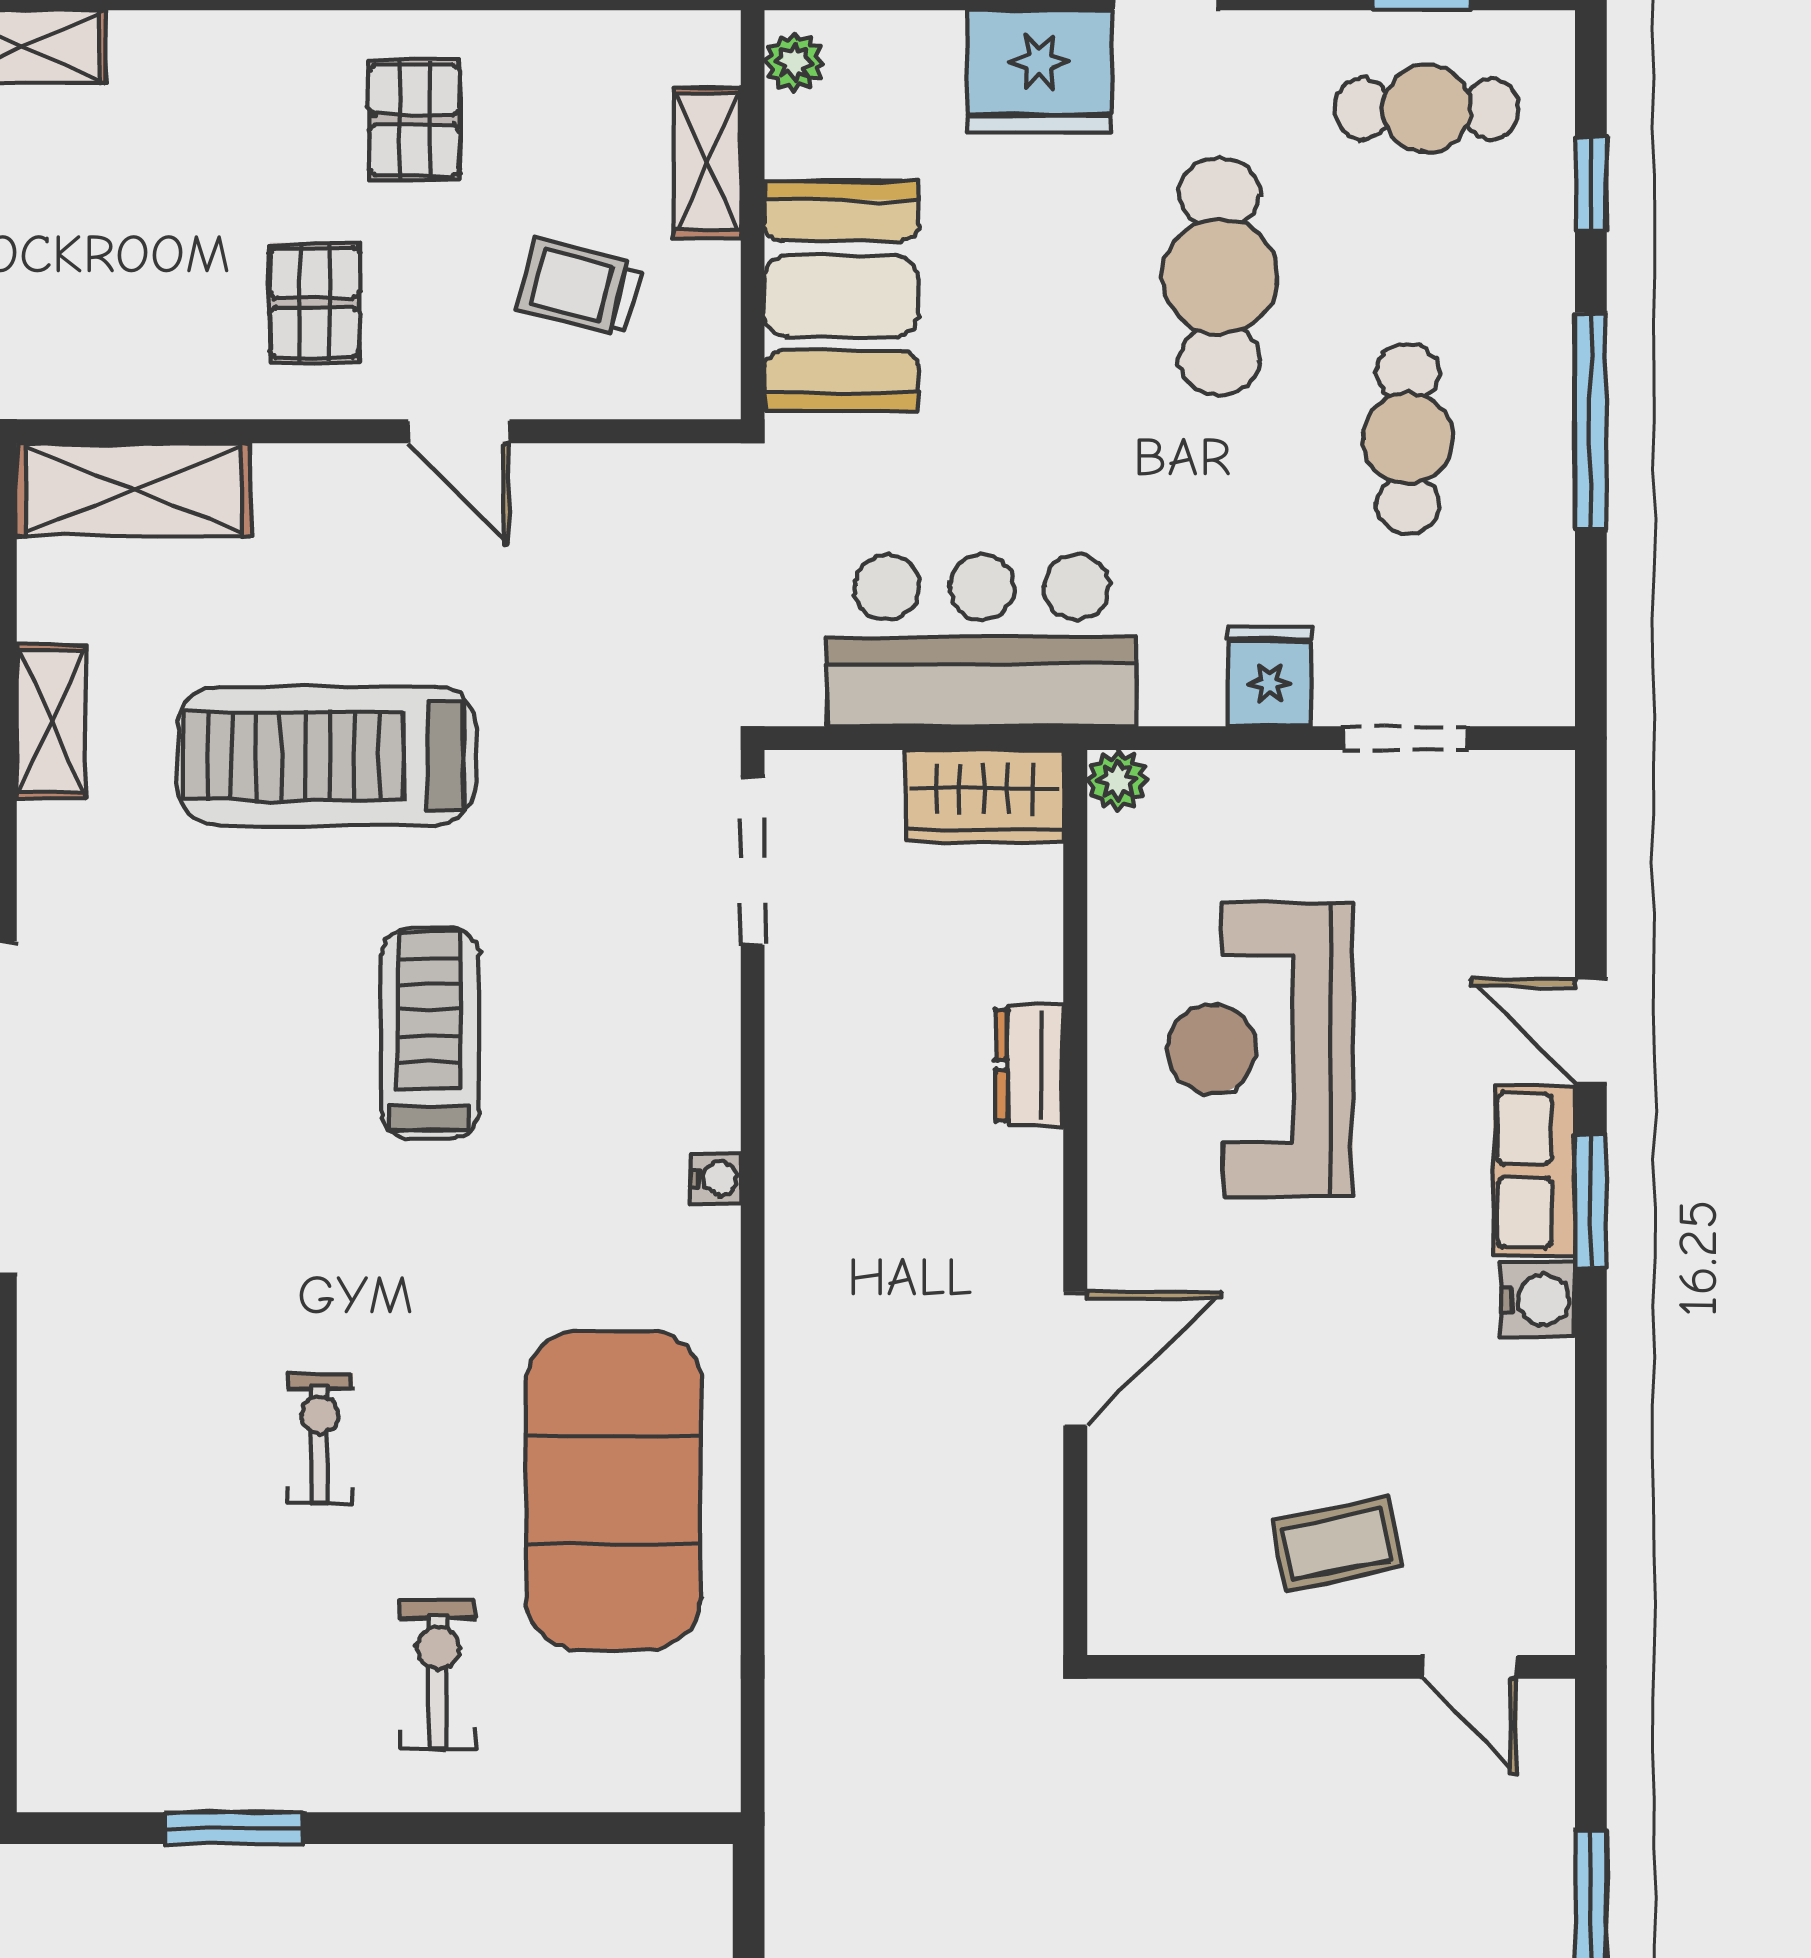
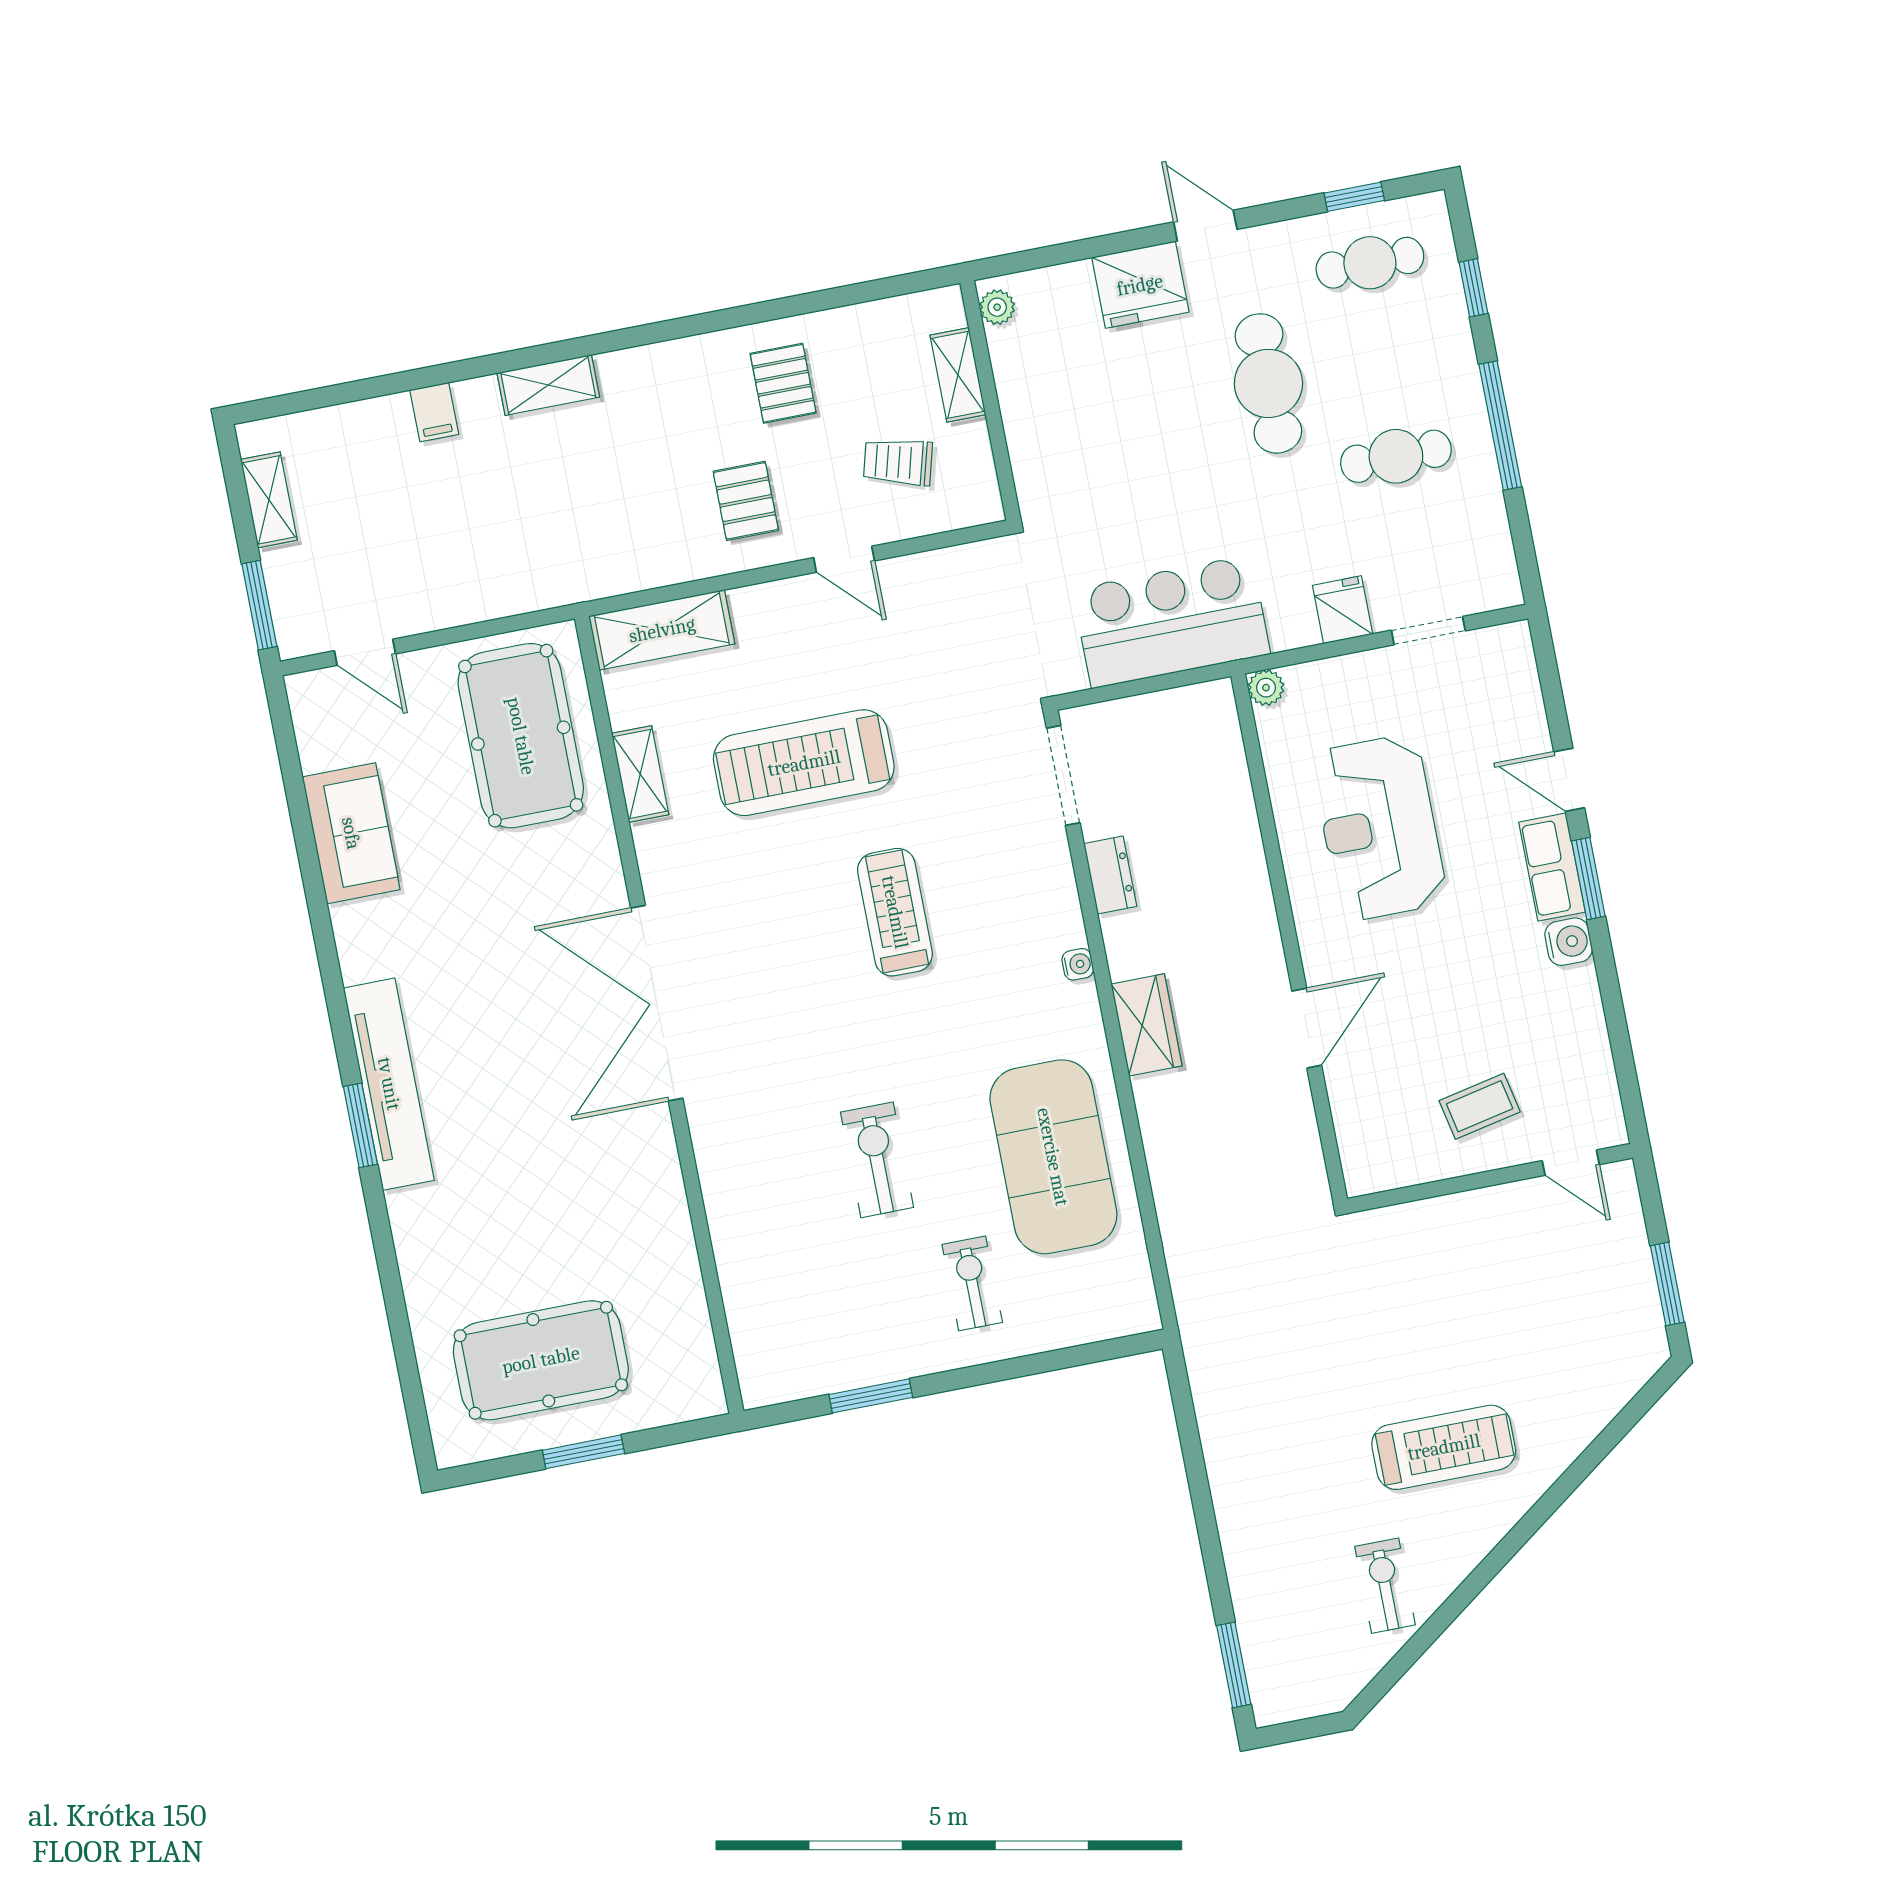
booth: (841, 296) -> (1051, 437), removed
cafe table: (1408, 438) -> (1396, 456), turned 90
wardrobe: (984, 796) -> (1147, 1025), moved, turned -90
dresser: (1029, 1065) -> (1110, 875), moved, turned 180
exercise bike: (320, 1438) -> (877, 1160), width x1.38, depth x1.39

